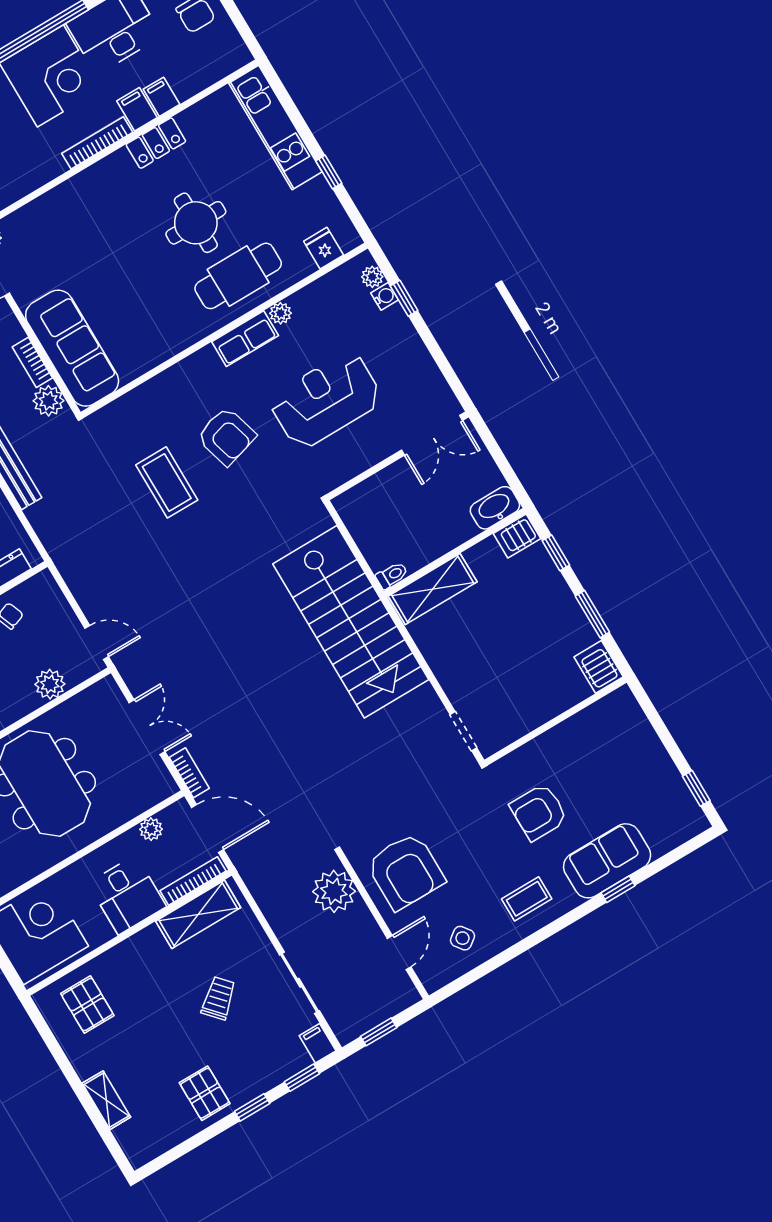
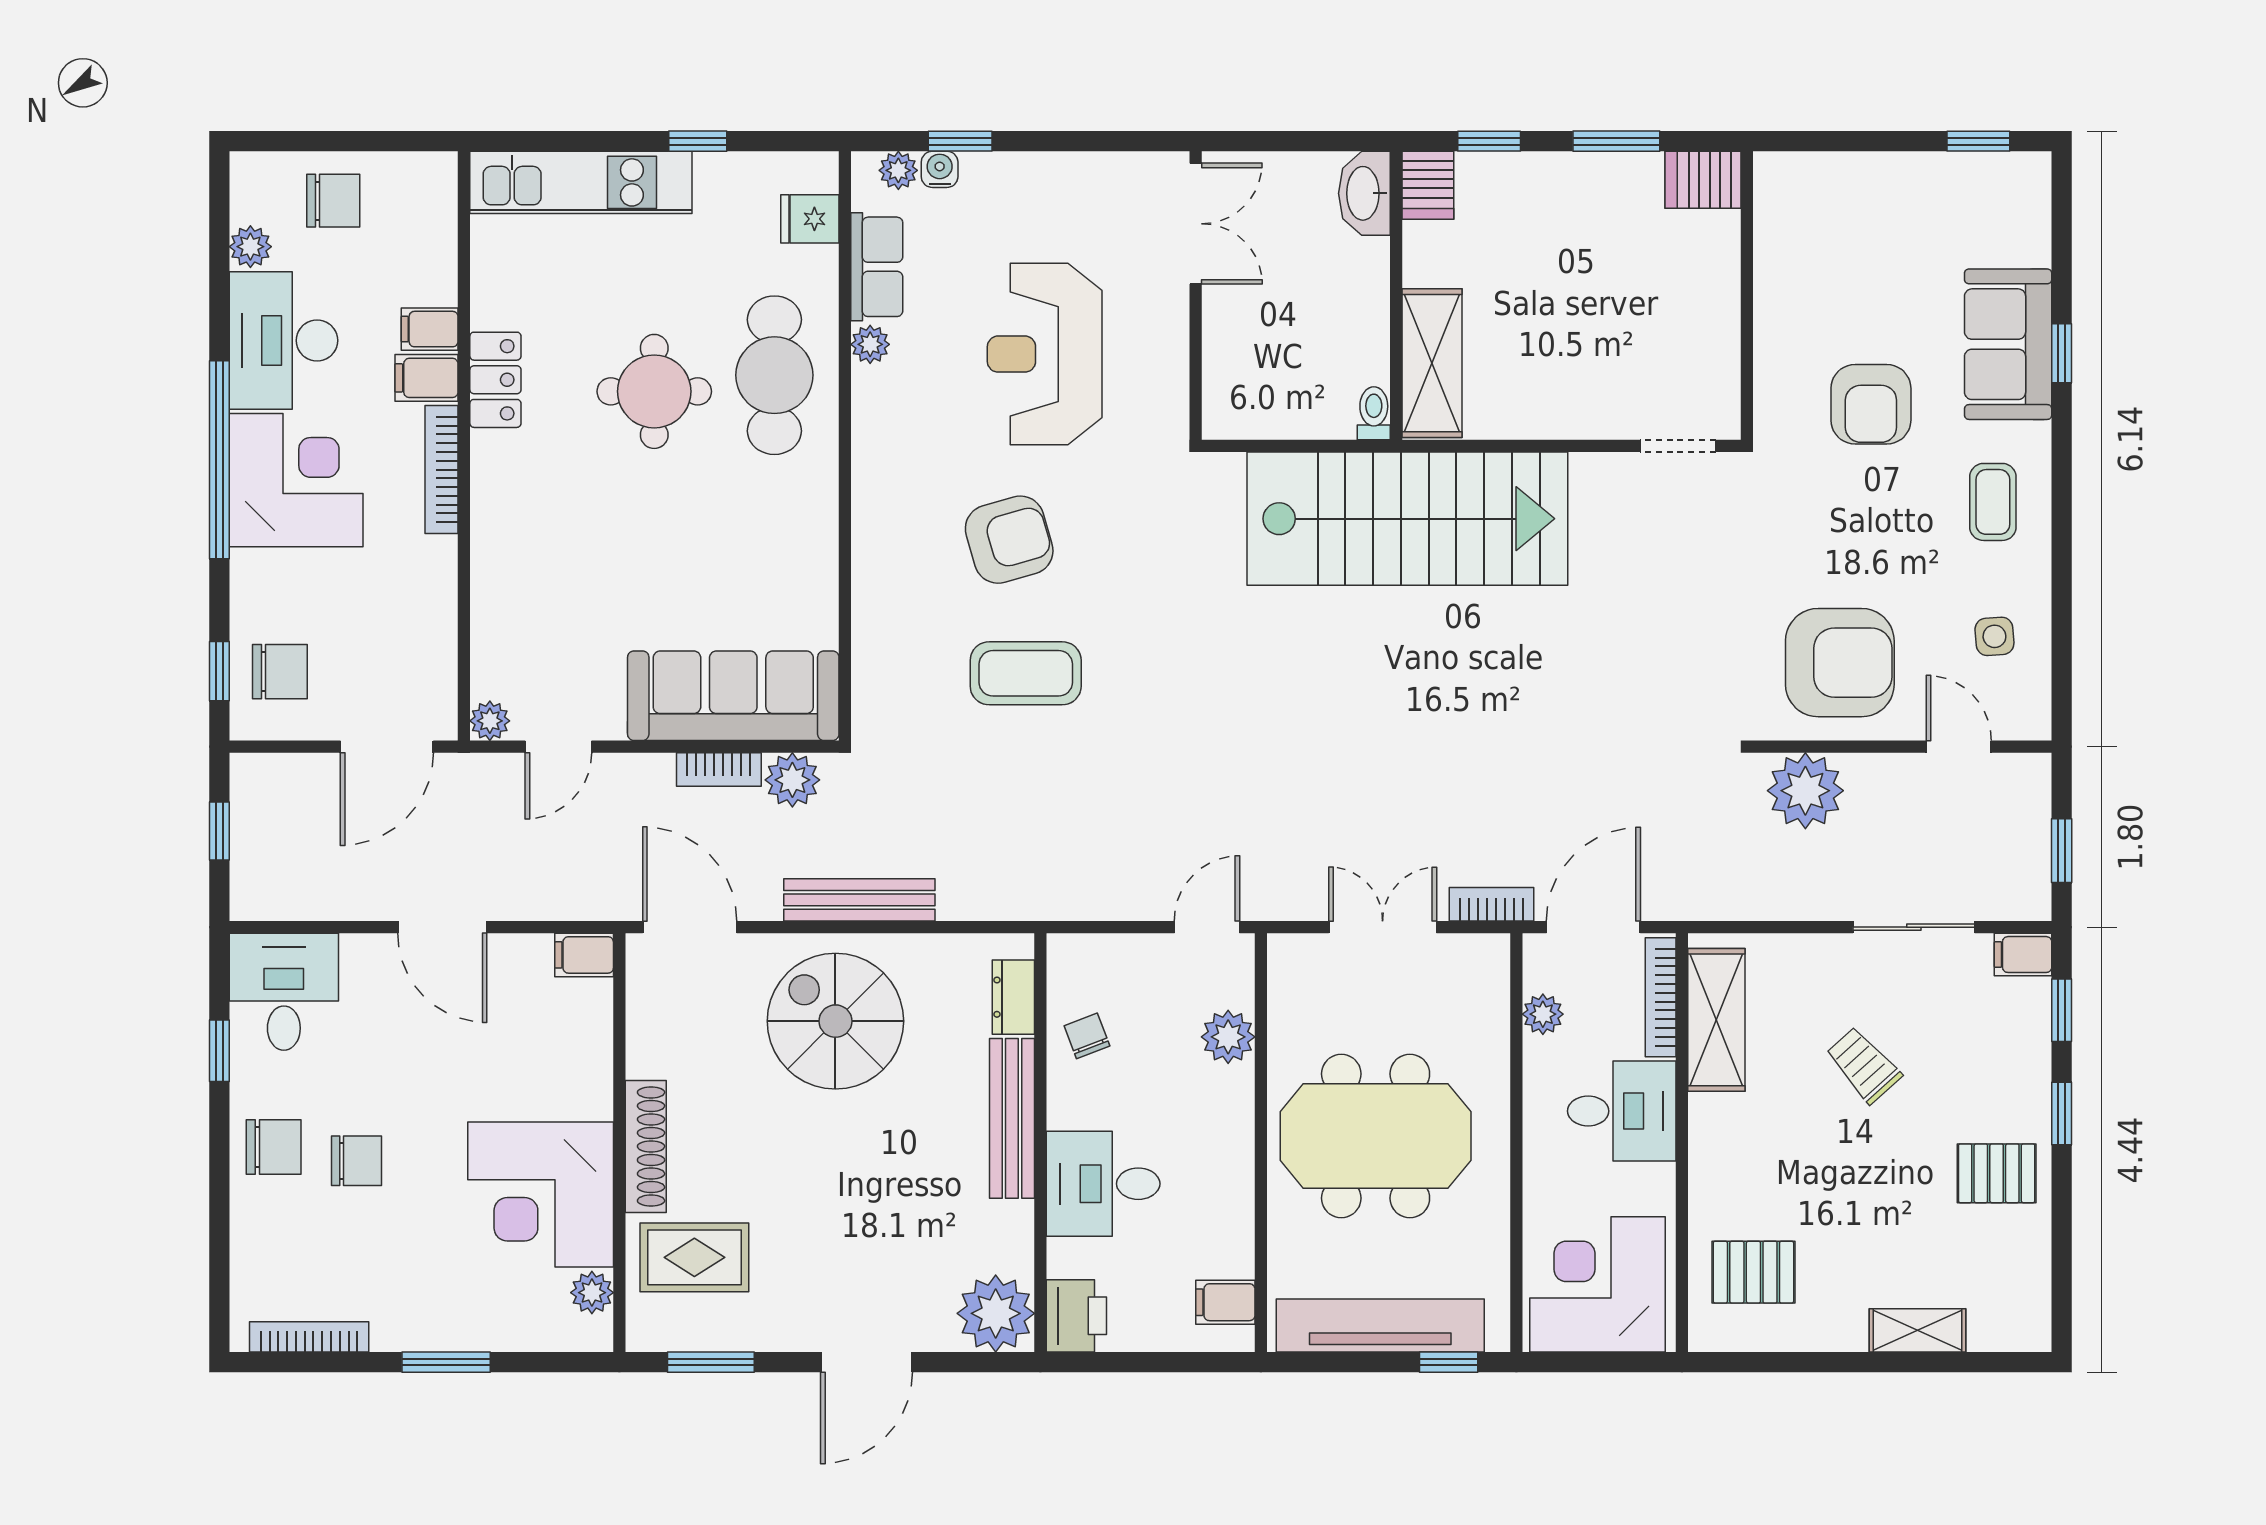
row of seats: (245, 339) -> (877, 267), moved
side table: (463, 938) -> (1994, 636), turned 32

